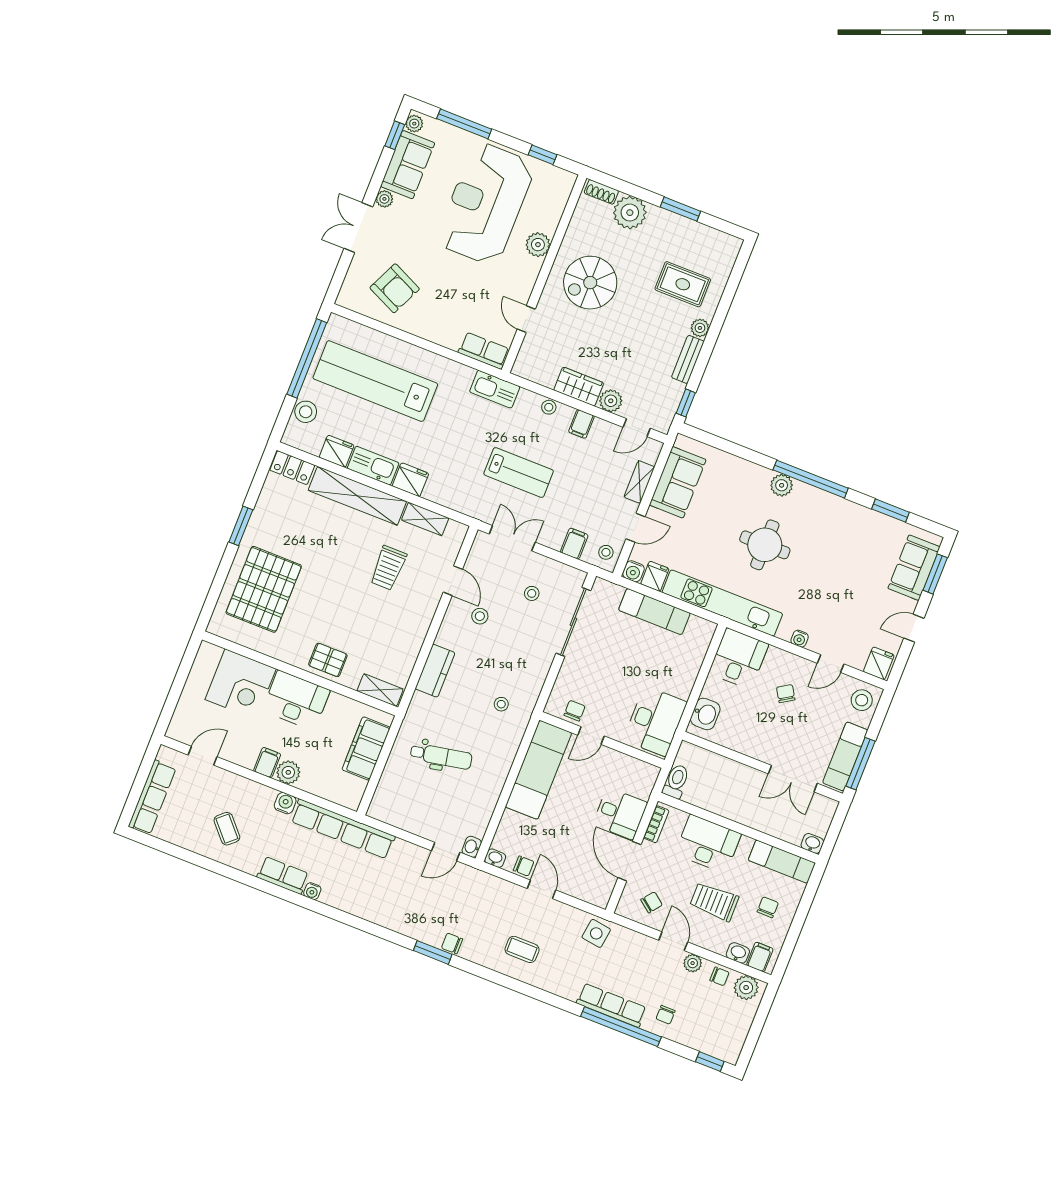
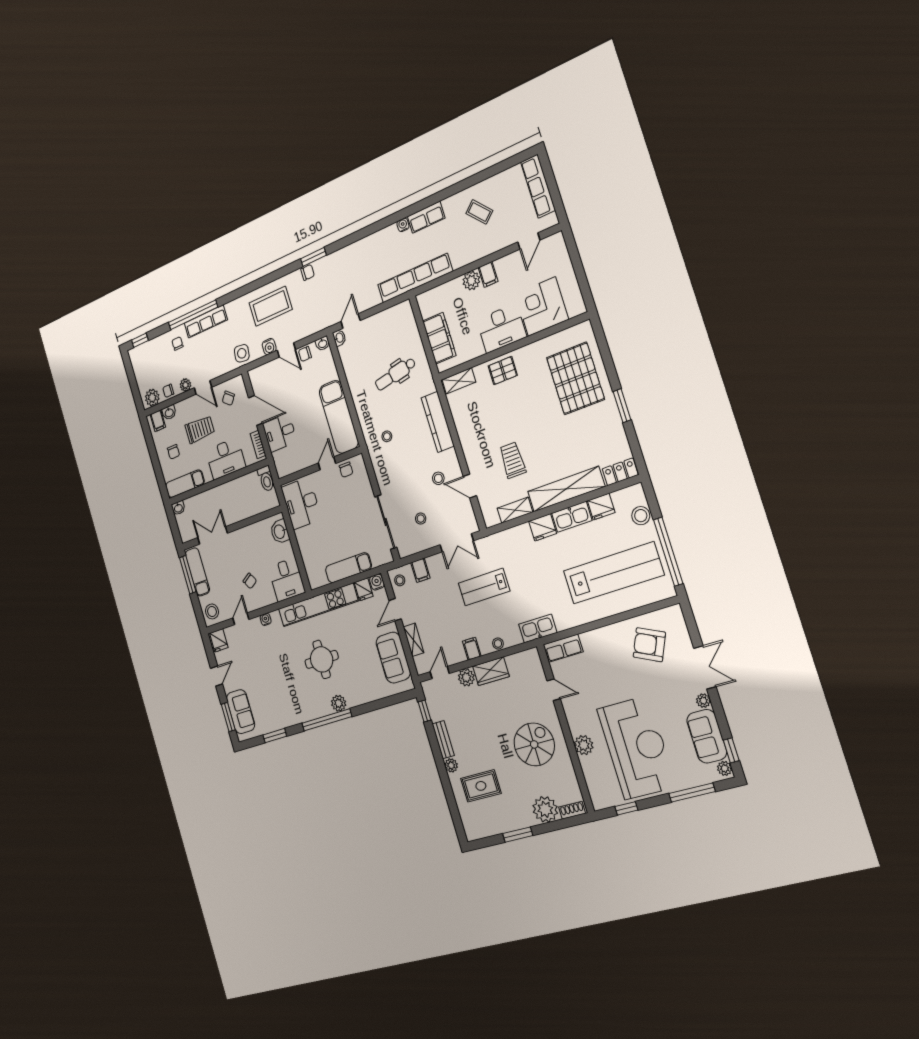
kitchen counter: (435, 671) -> (438, 422), width x1.50
water cooler: (285, 803) -> (269, 347), moved
coffee table: (522, 949) -> (271, 306), width x1.86, depth x1.72

